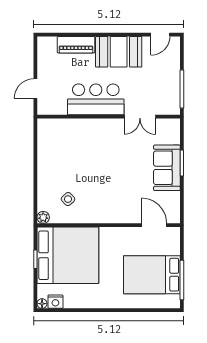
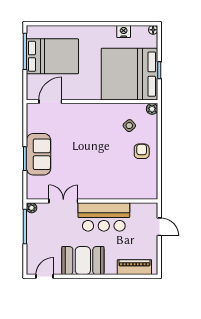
piano: (76, 45) -> (134, 267), moved
door: (35, 89) -> (159, 227), hinge flipped
plant: (175, 109) -> (32, 208), added
armchair: (55, 171) -> (142, 151), added
door: (154, 225) -> (50, 102), swing flipped
nightstand: (55, 302) -> (124, 31), moved

